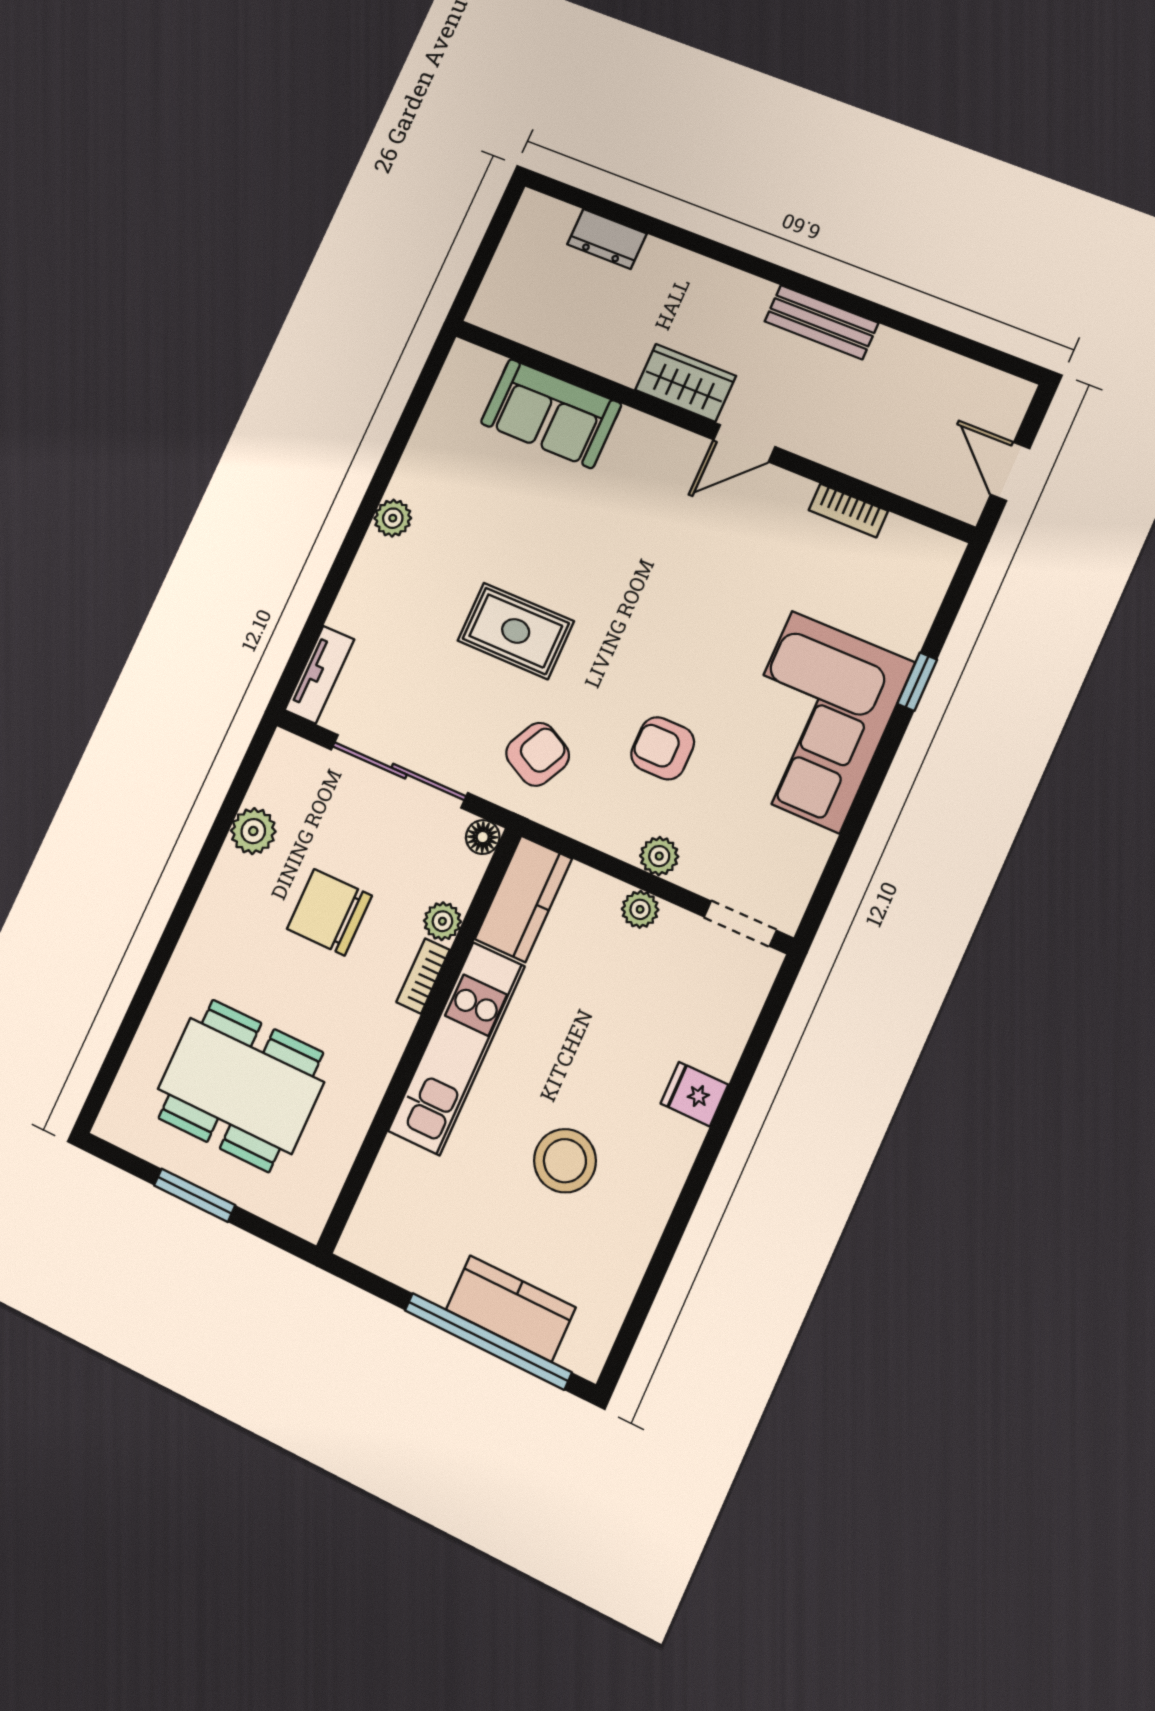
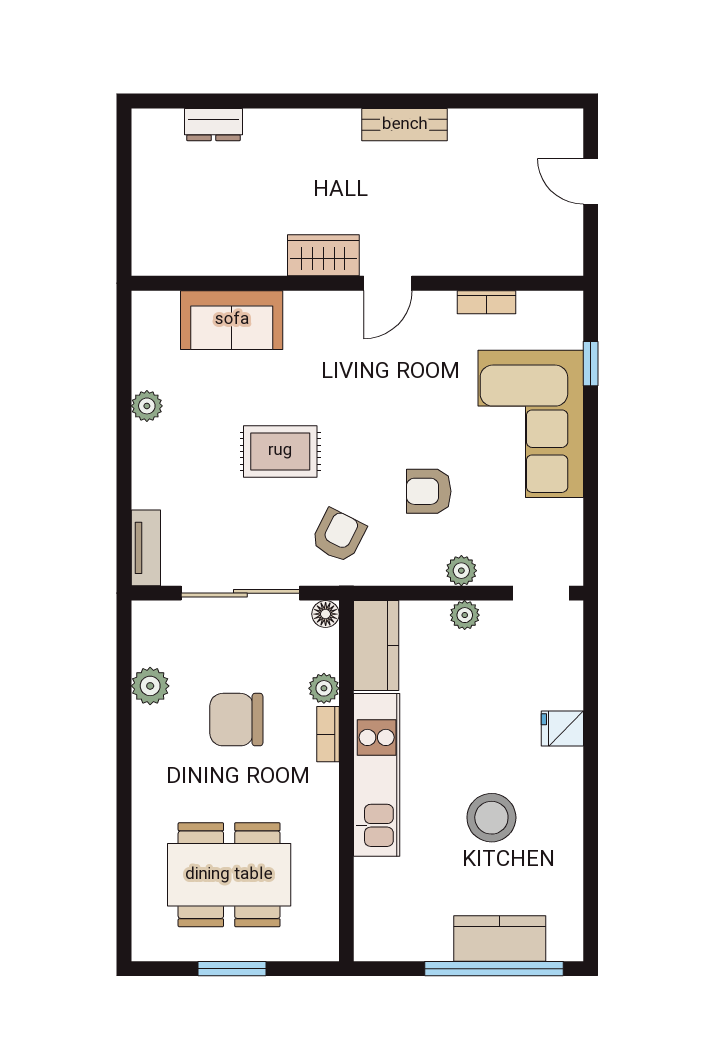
wardrobe: (685, 383) -> (323, 255), moved
sofa: (551, 413) -> (232, 320), moved
wall: (710, 429) -> (357, 283), moved
door: (744, 443) -> (388, 283), moved
bookcase: (848, 510) -> (486, 302), moved

